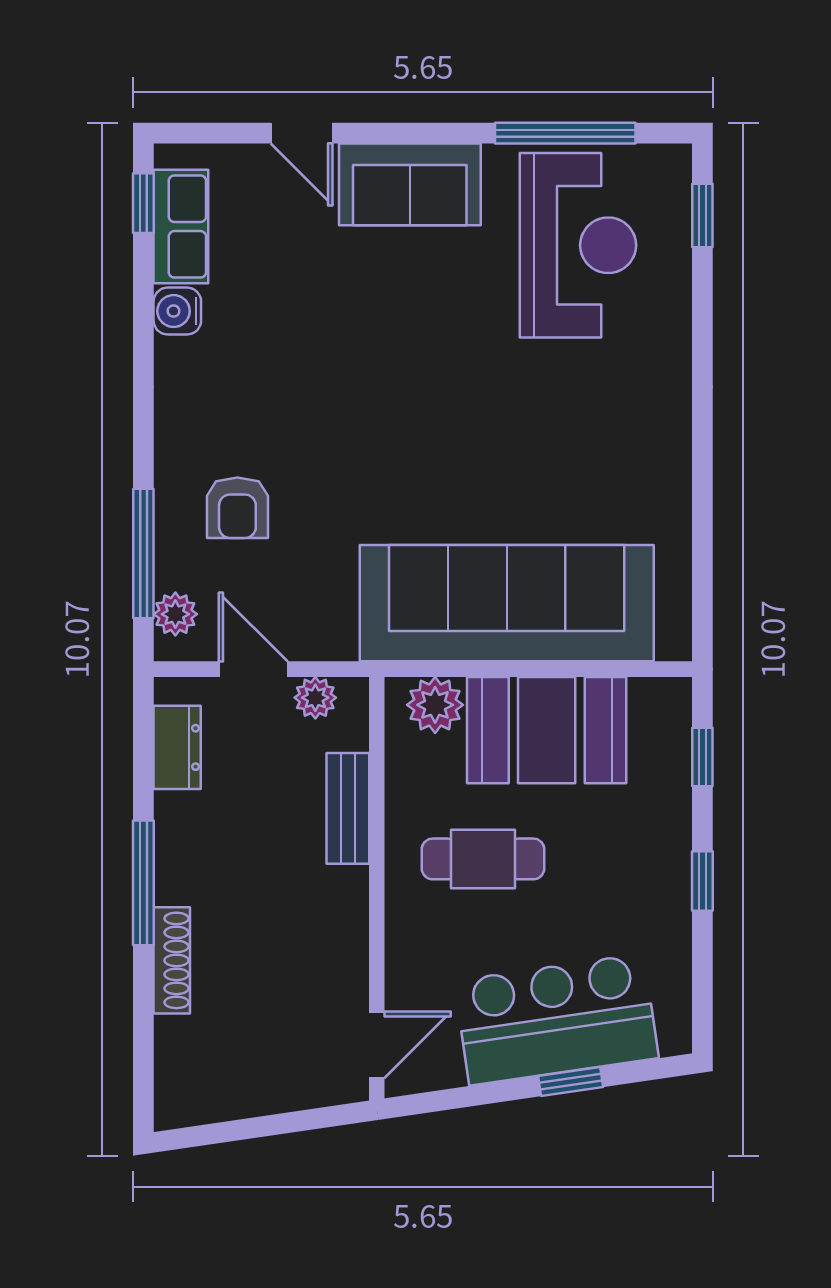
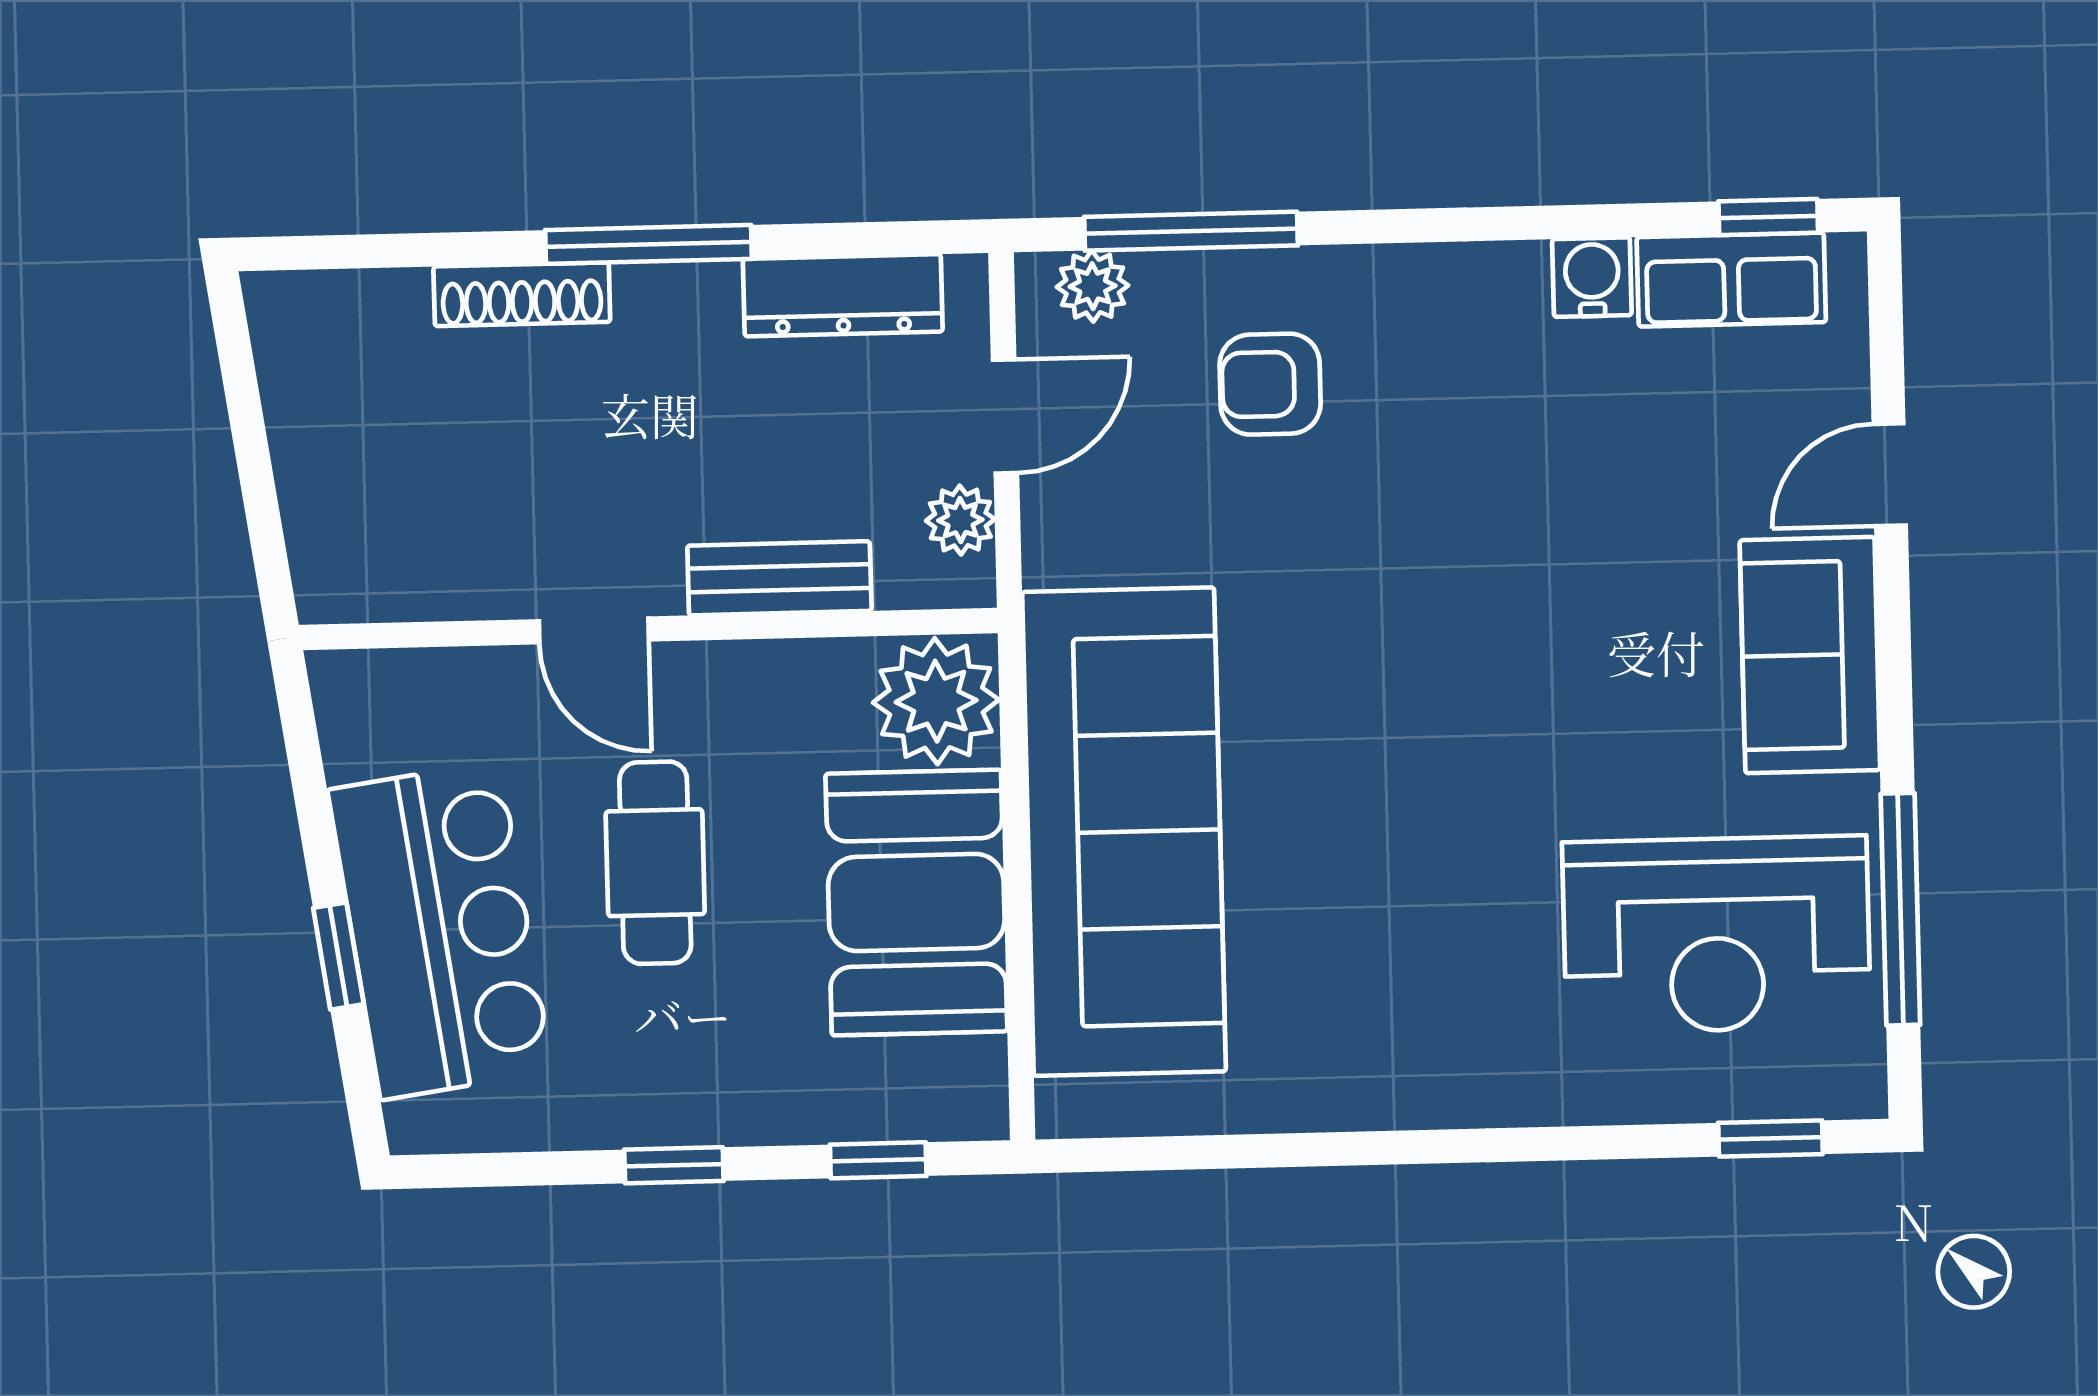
plant: (435, 705) -> (936, 701), width x1.36, depth x1.36
dresser: (177, 747) -> (843, 295), width x1.44
cafe table: (483, 859) -> (655, 863), moved
door: (377, 1045) -> (594, 630), moved

